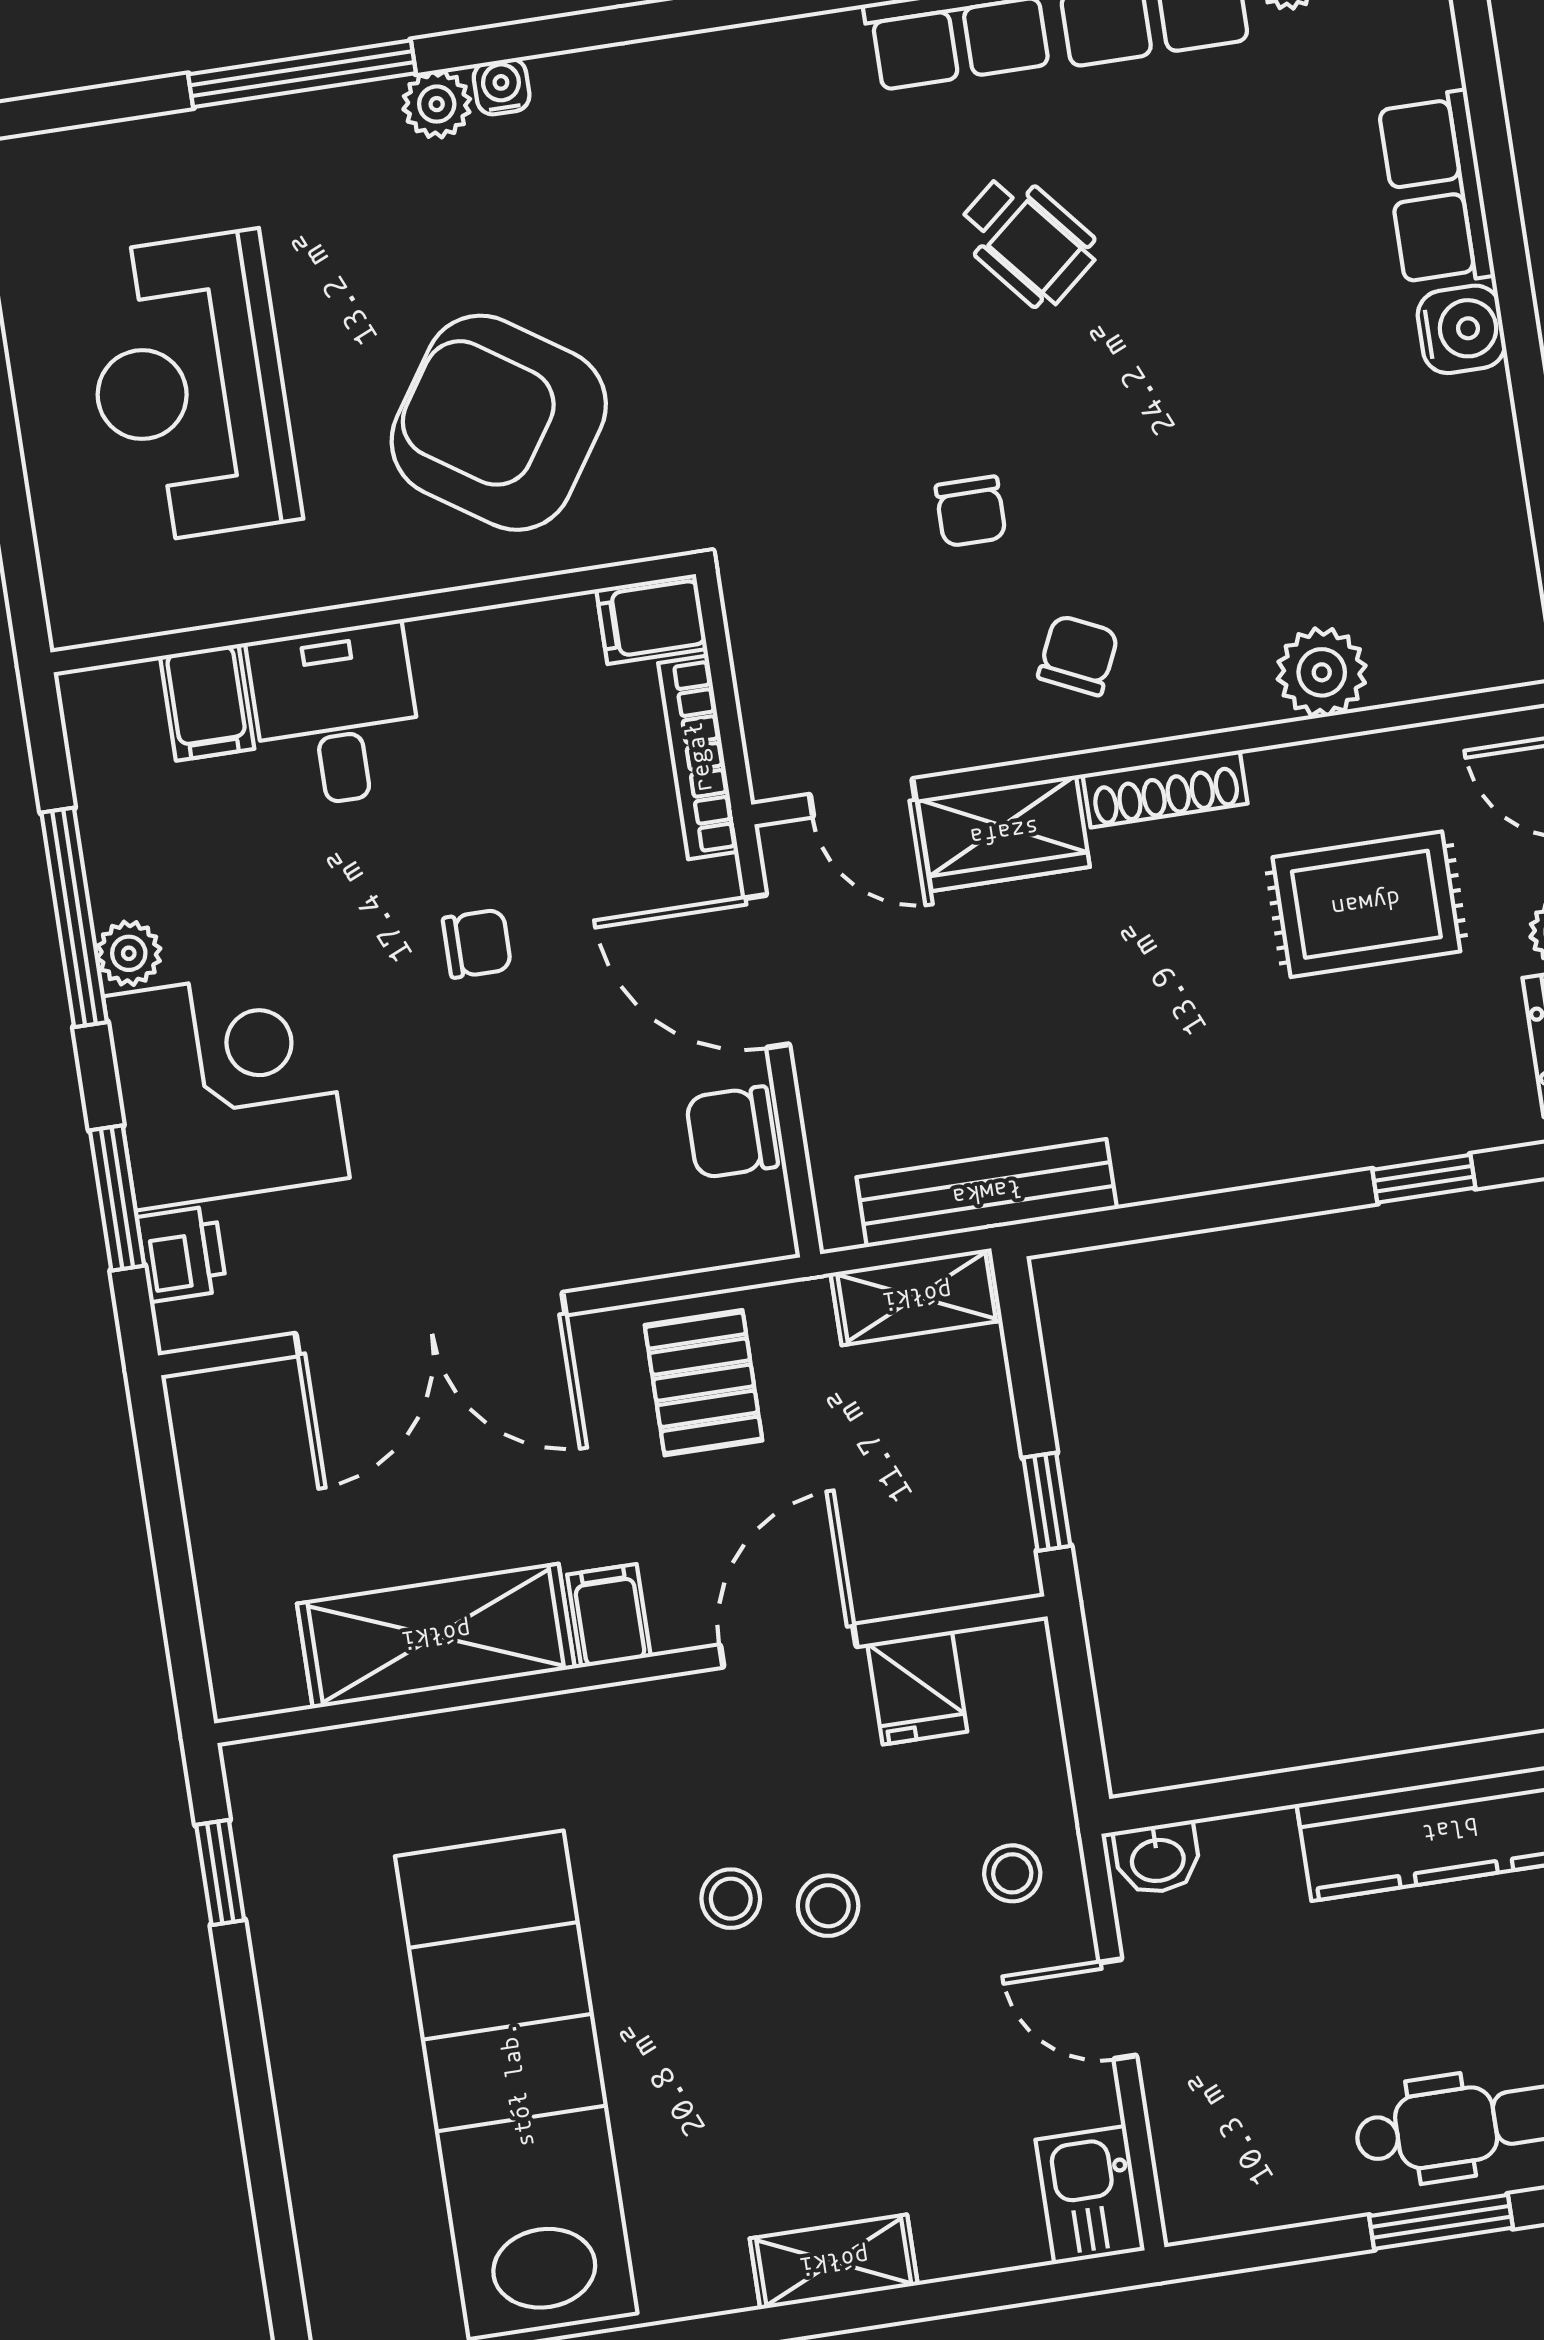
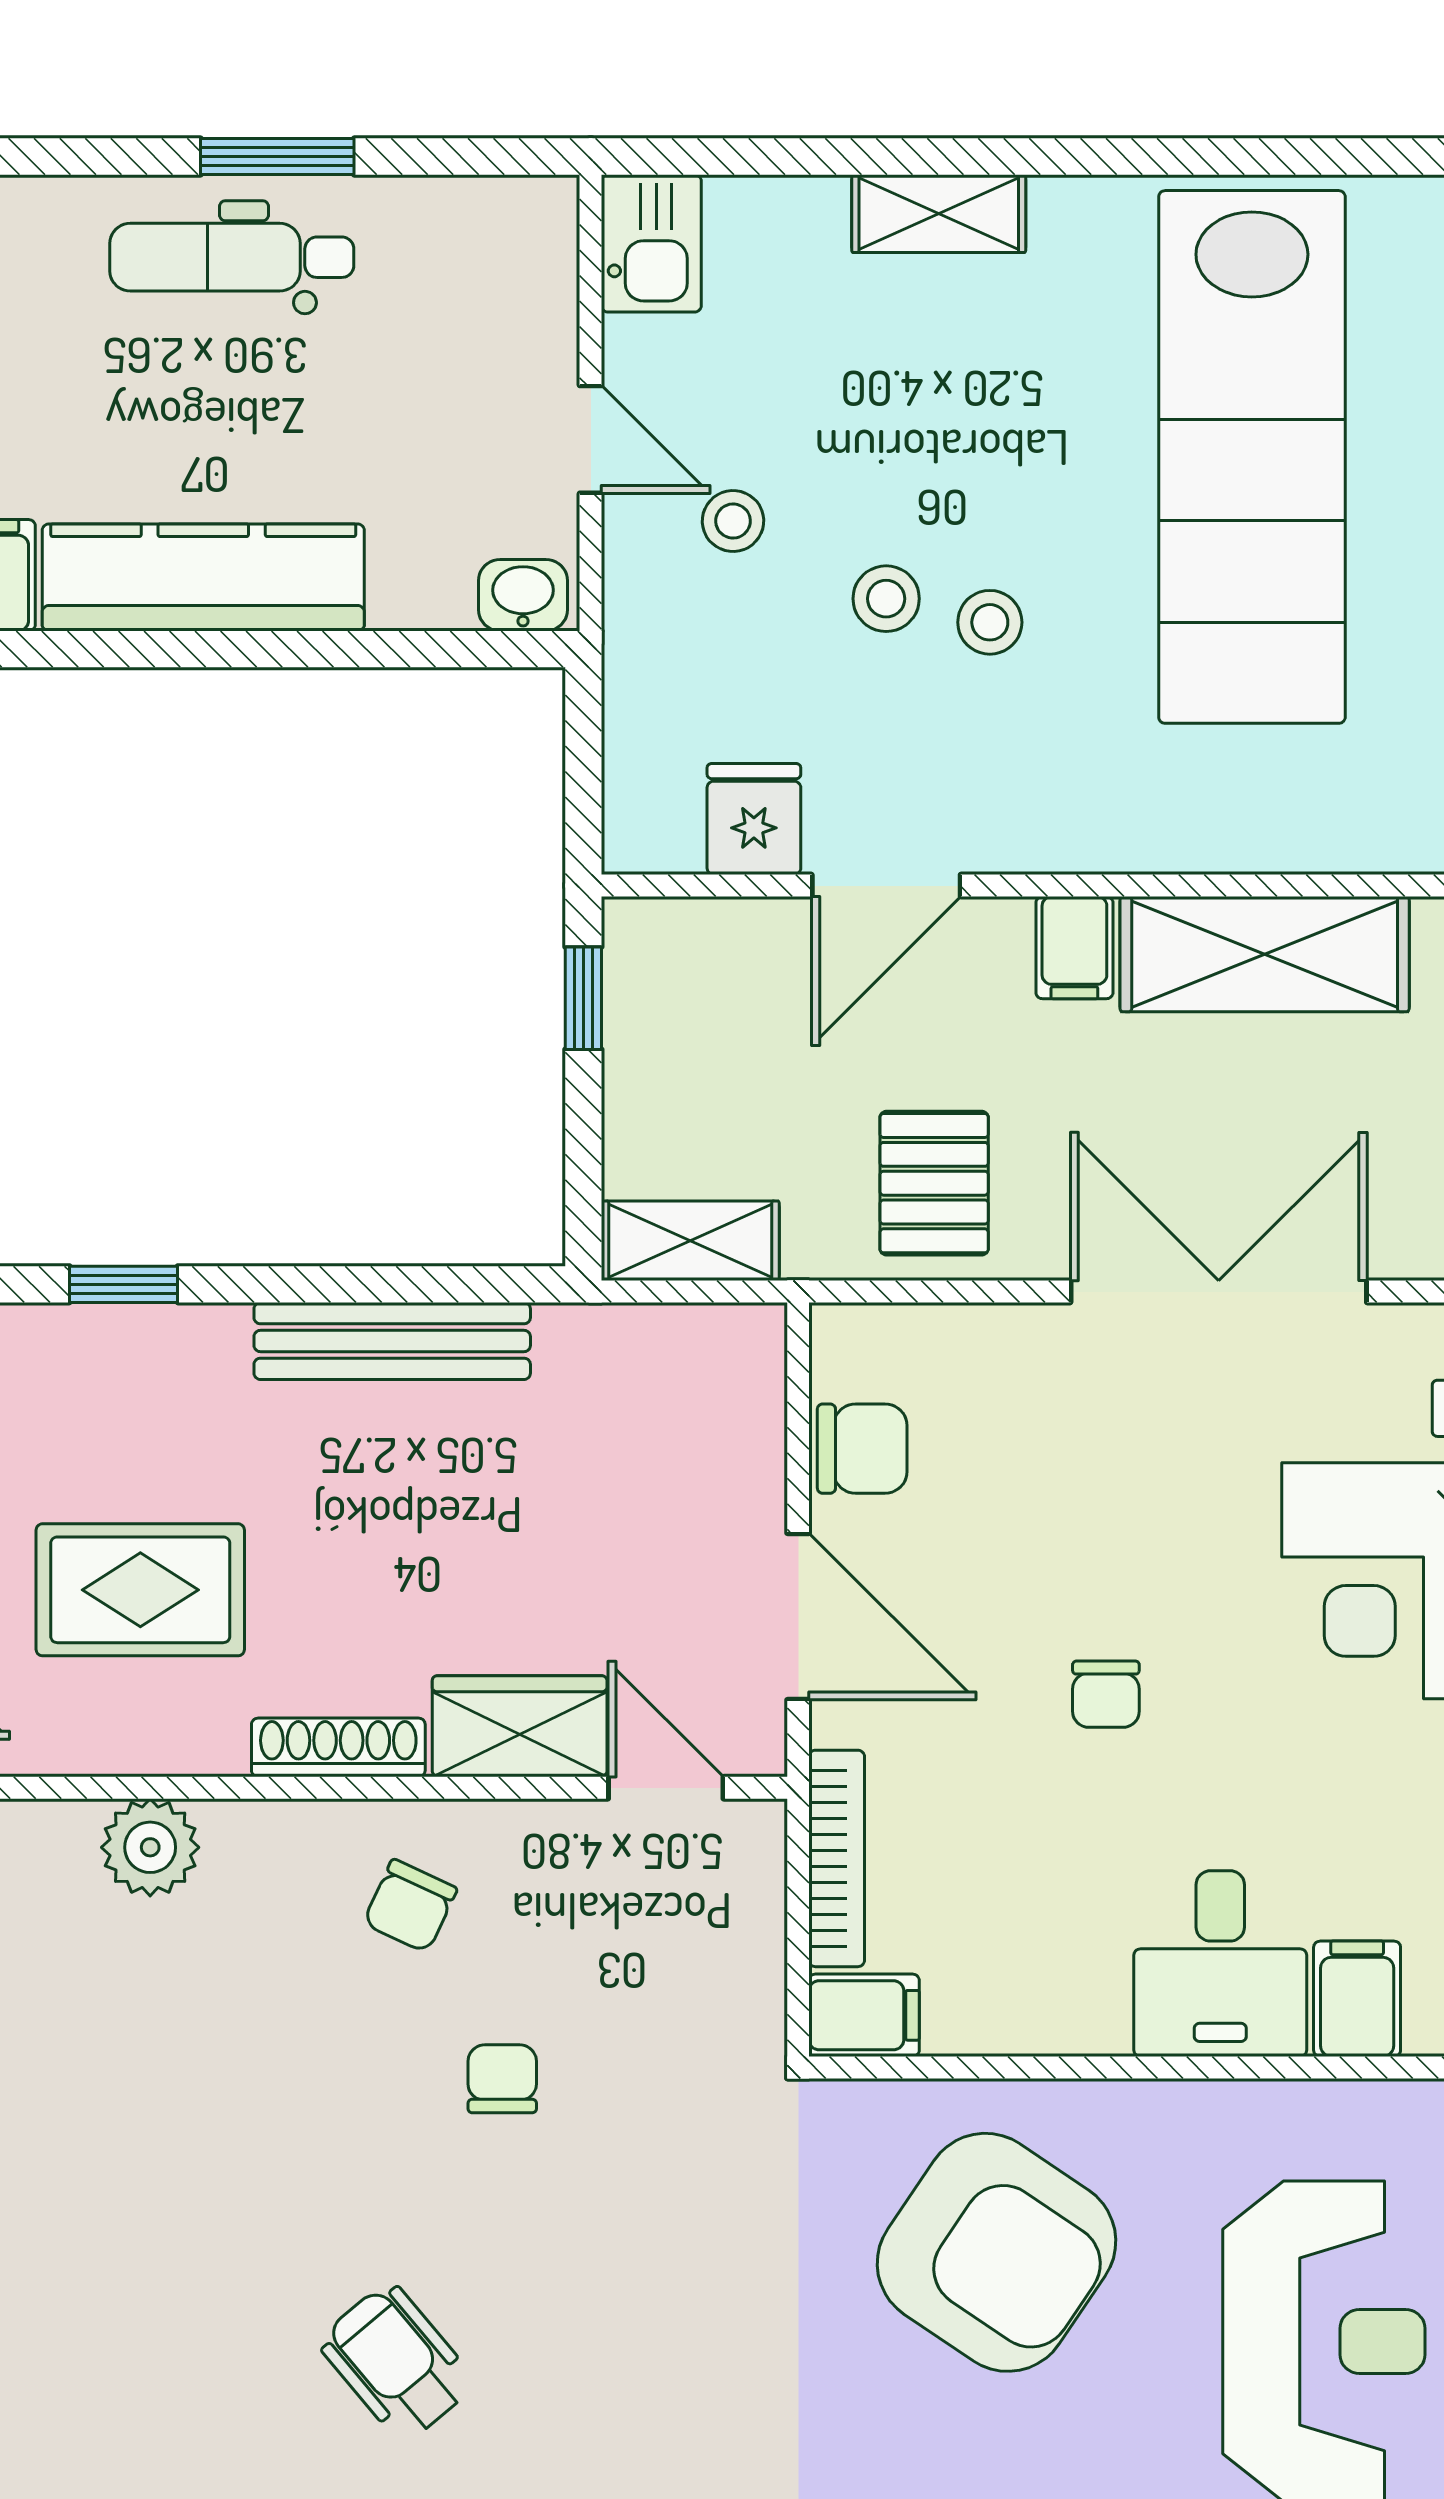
chair: (477, 944) -> (1106, 1694), turned -90
bench: (987, 1193) -> (392, 1341), moved
stool: (1012, 1873) -> (733, 521), moved

